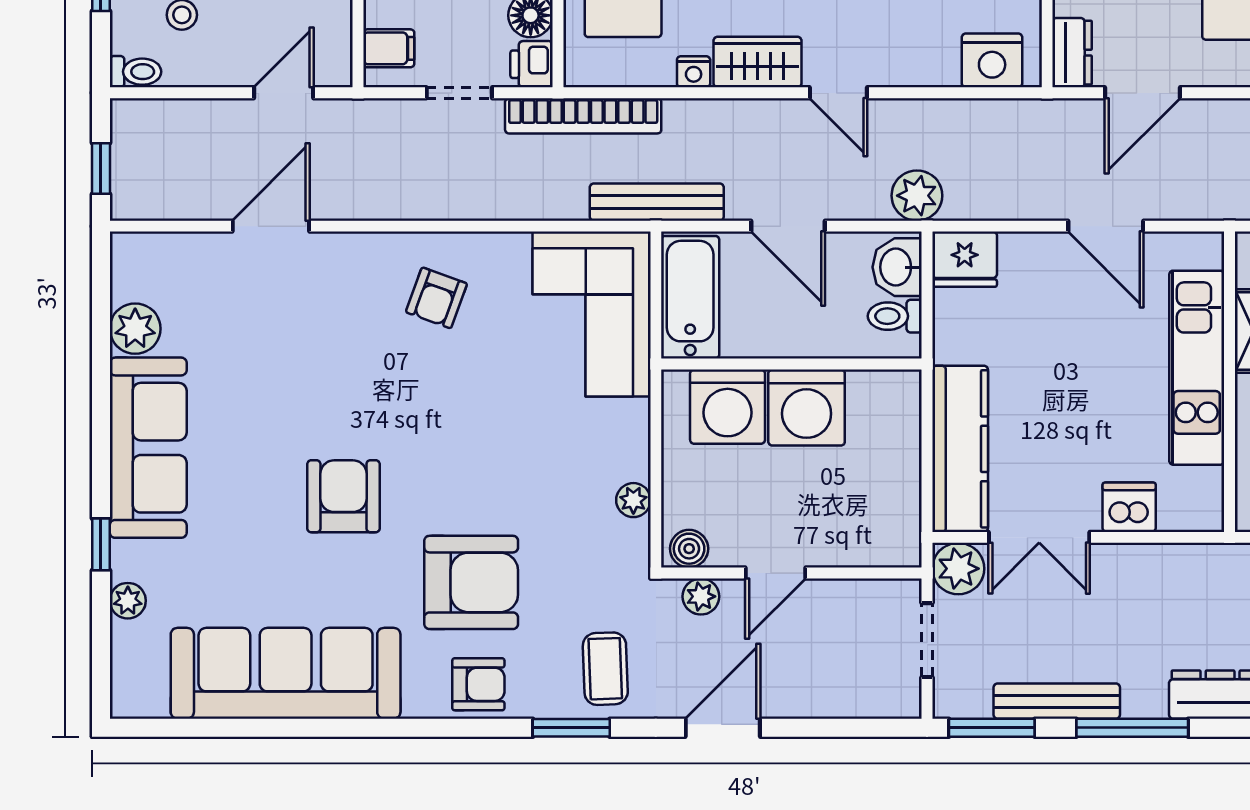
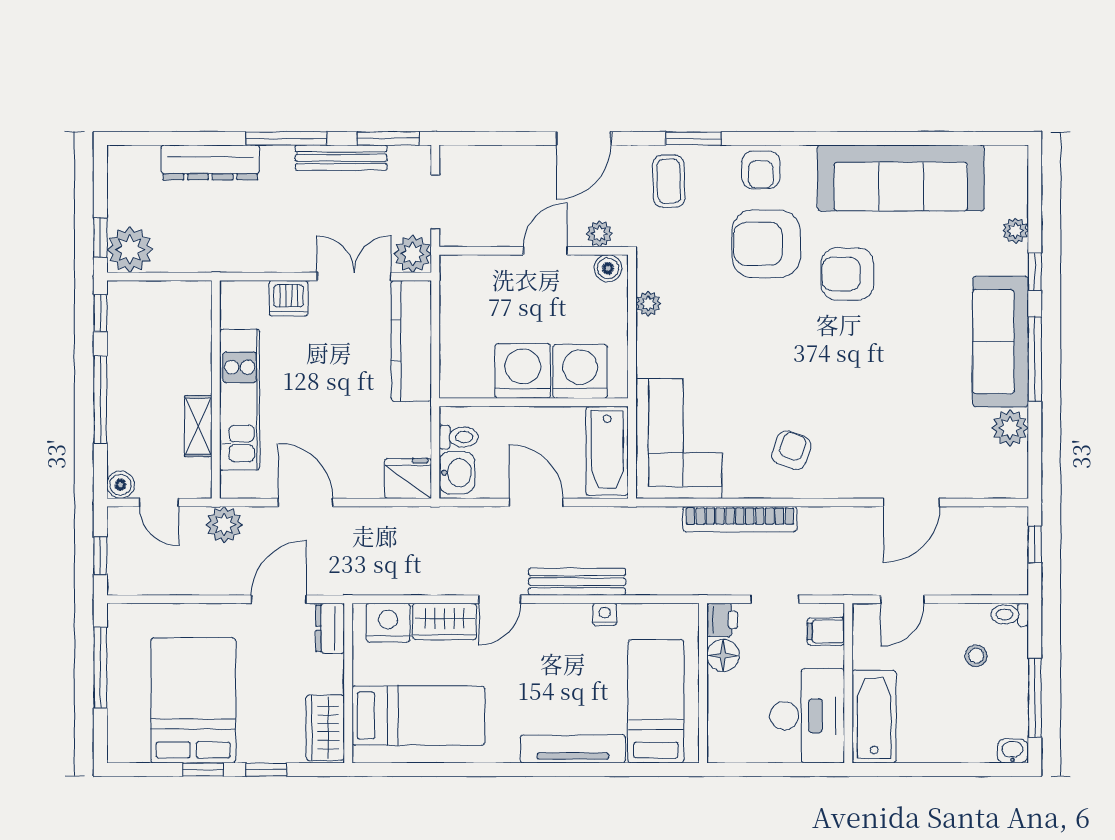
wardrobe: (758, 62) -> (444, 622), moved
door: (838, 93) -> (500, 599), swing flipped
bookcase: (583, 116) -> (740, 519), moved, turned 180
plant: (917, 196) -> (224, 525), moved
bench: (657, 202) -> (577, 582), moved
window: (101, 424) -> (1035, 359), added
armchair: (343, 496) -> (847, 274), moved, turned 90
armchair: (478, 684) -> (761, 170), turned -90

